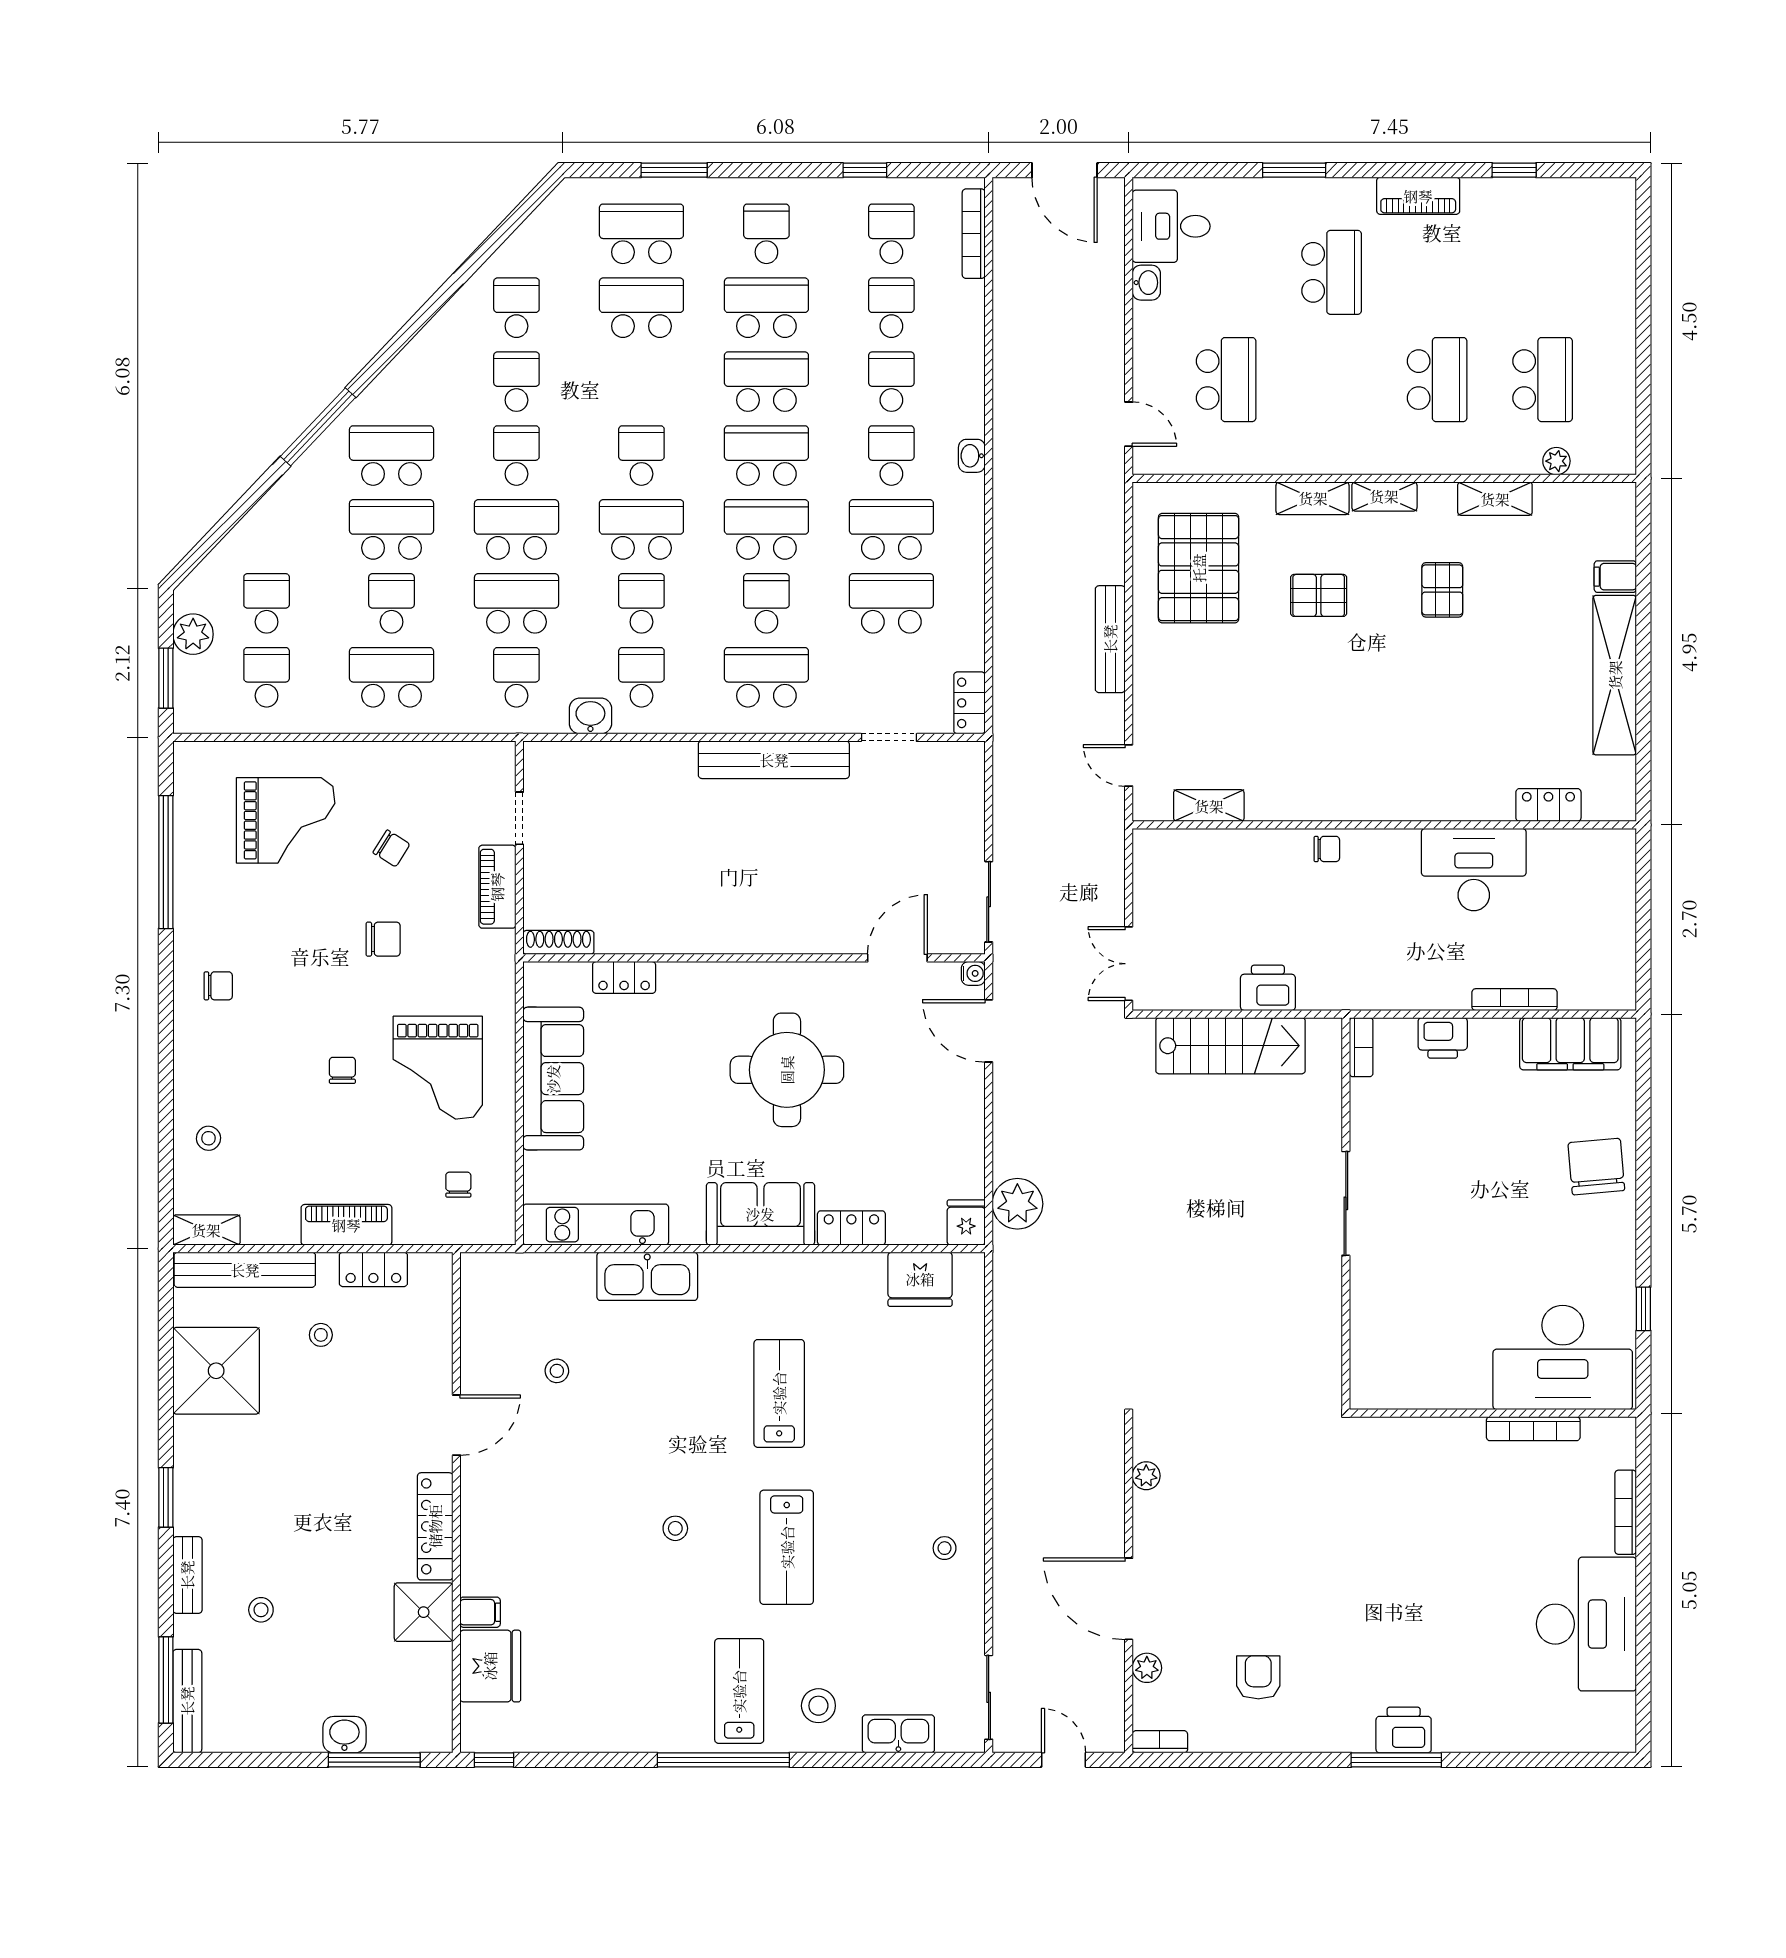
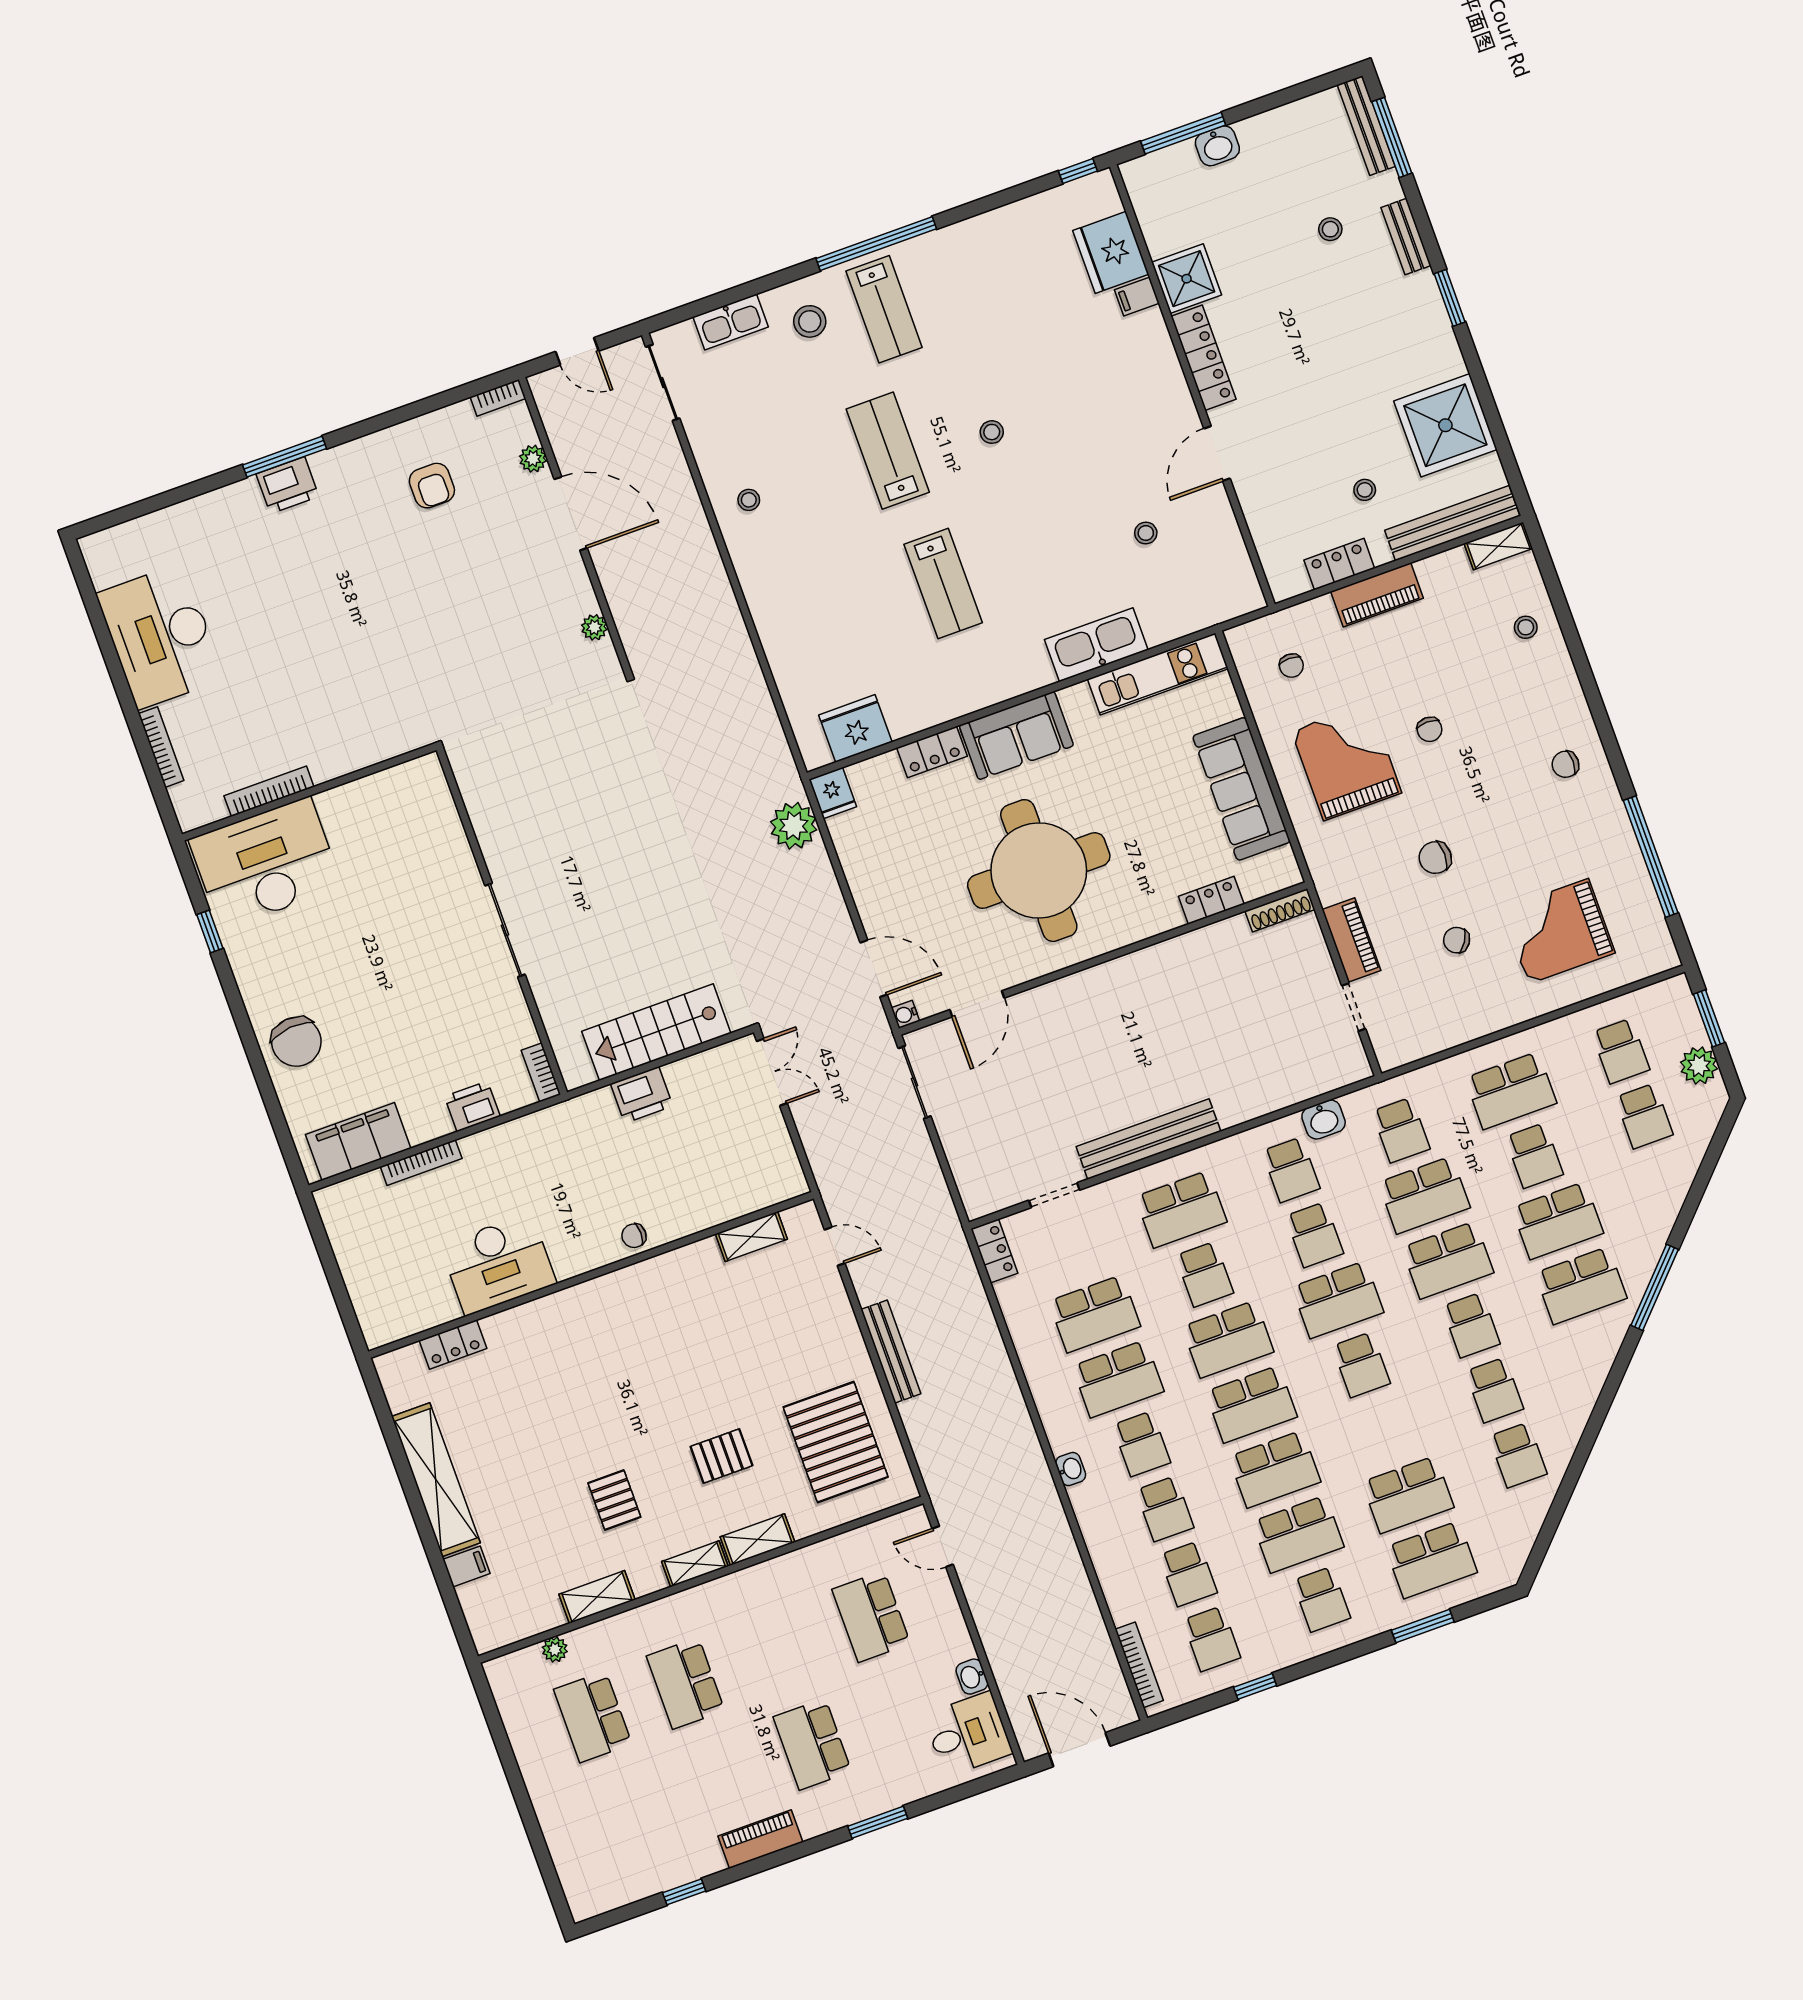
round table: (787, 1070) -> (1039, 871), width x1.36, depth x1.36

